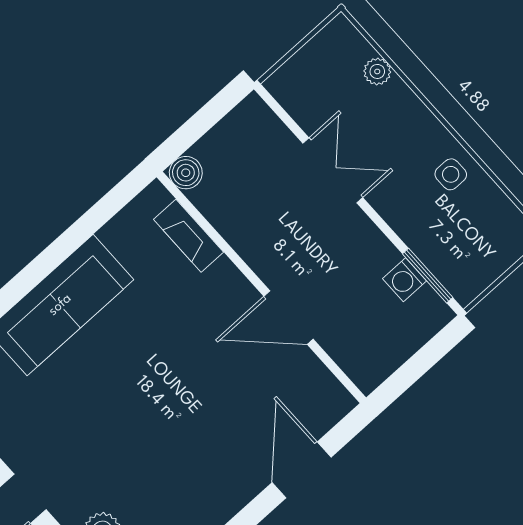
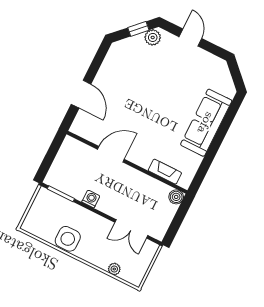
double door: (333, 170) -> (131, 229), moved
side table: (451, 174) -> (68, 239), width x1.87, depth x1.87
washing machine: (405, 280) -> (91, 199), moved

